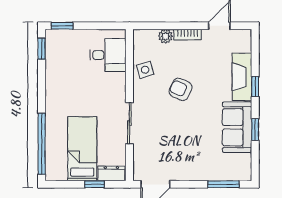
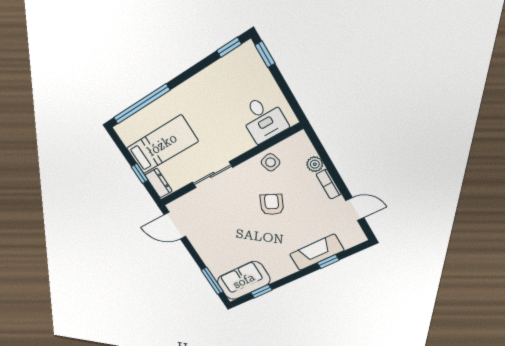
window: (255, 87) -> (328, 262), moved
sofa: (237, 127) -> (244, 281), moved
window: (255, 130) -> (261, 291), moved

